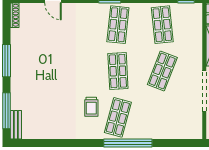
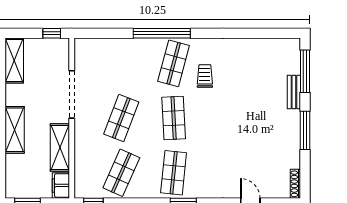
shop shelf: (162, 25) -> (121, 173), turned 30
bench: (16, 125) -> (294, 92), moved

